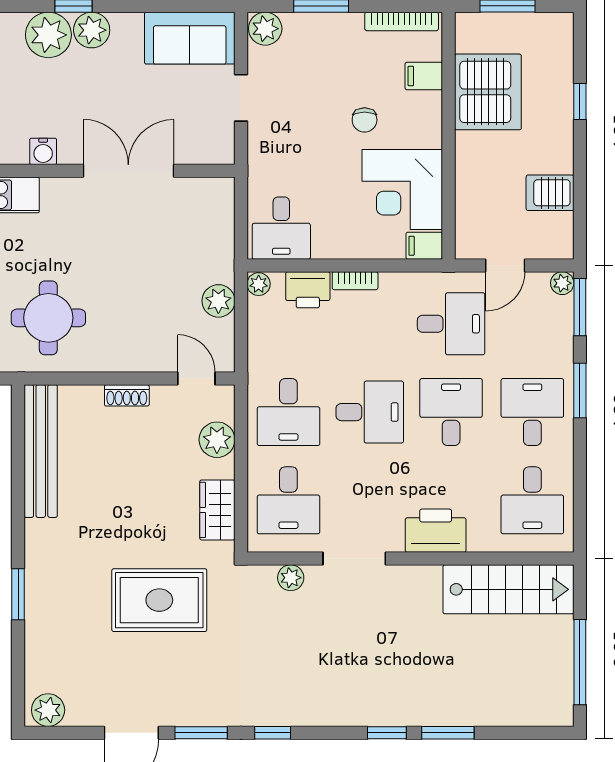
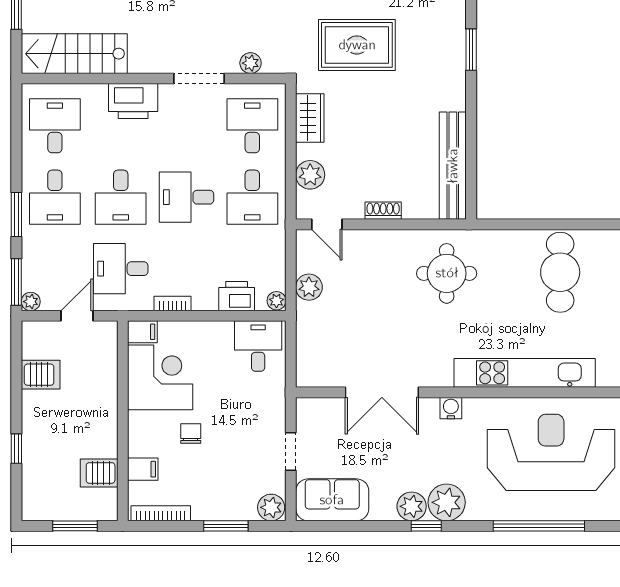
server rack: (488, 92) -> (99, 473), width x0.46, depth x0.70
bookcase: (355, 281) -> (172, 303), moved
desk: (288, 412) -> (252, 197), turned 180

